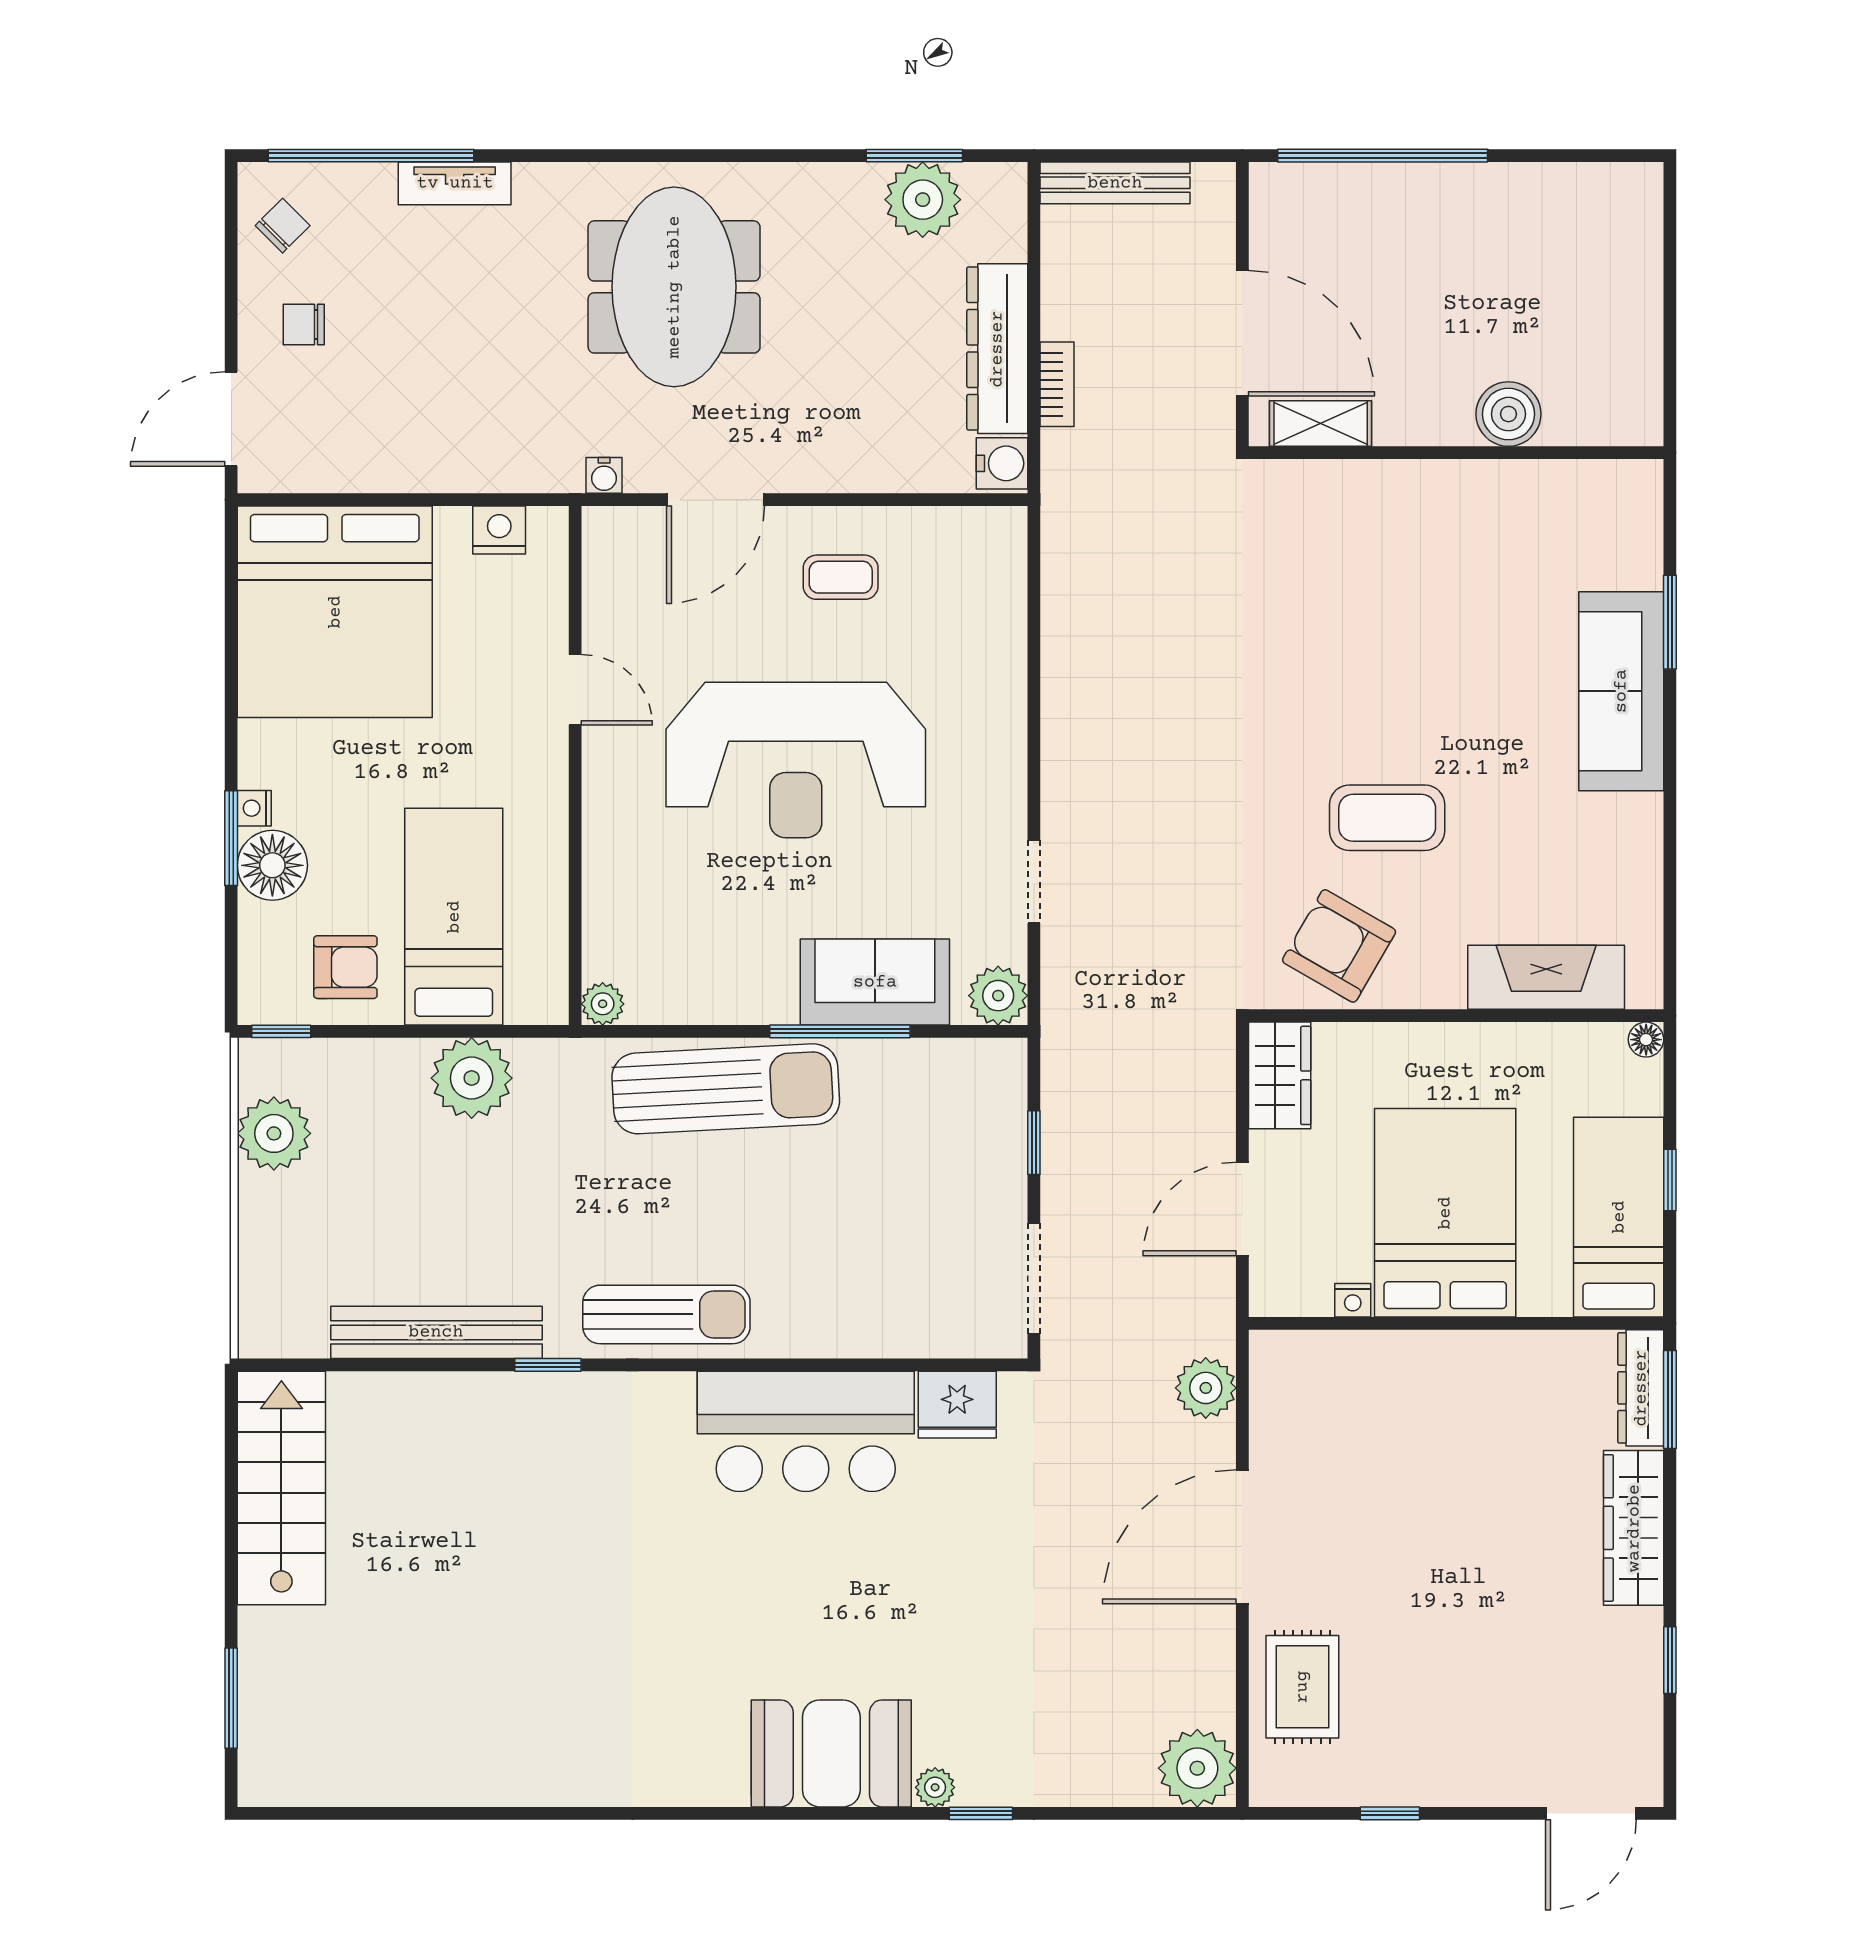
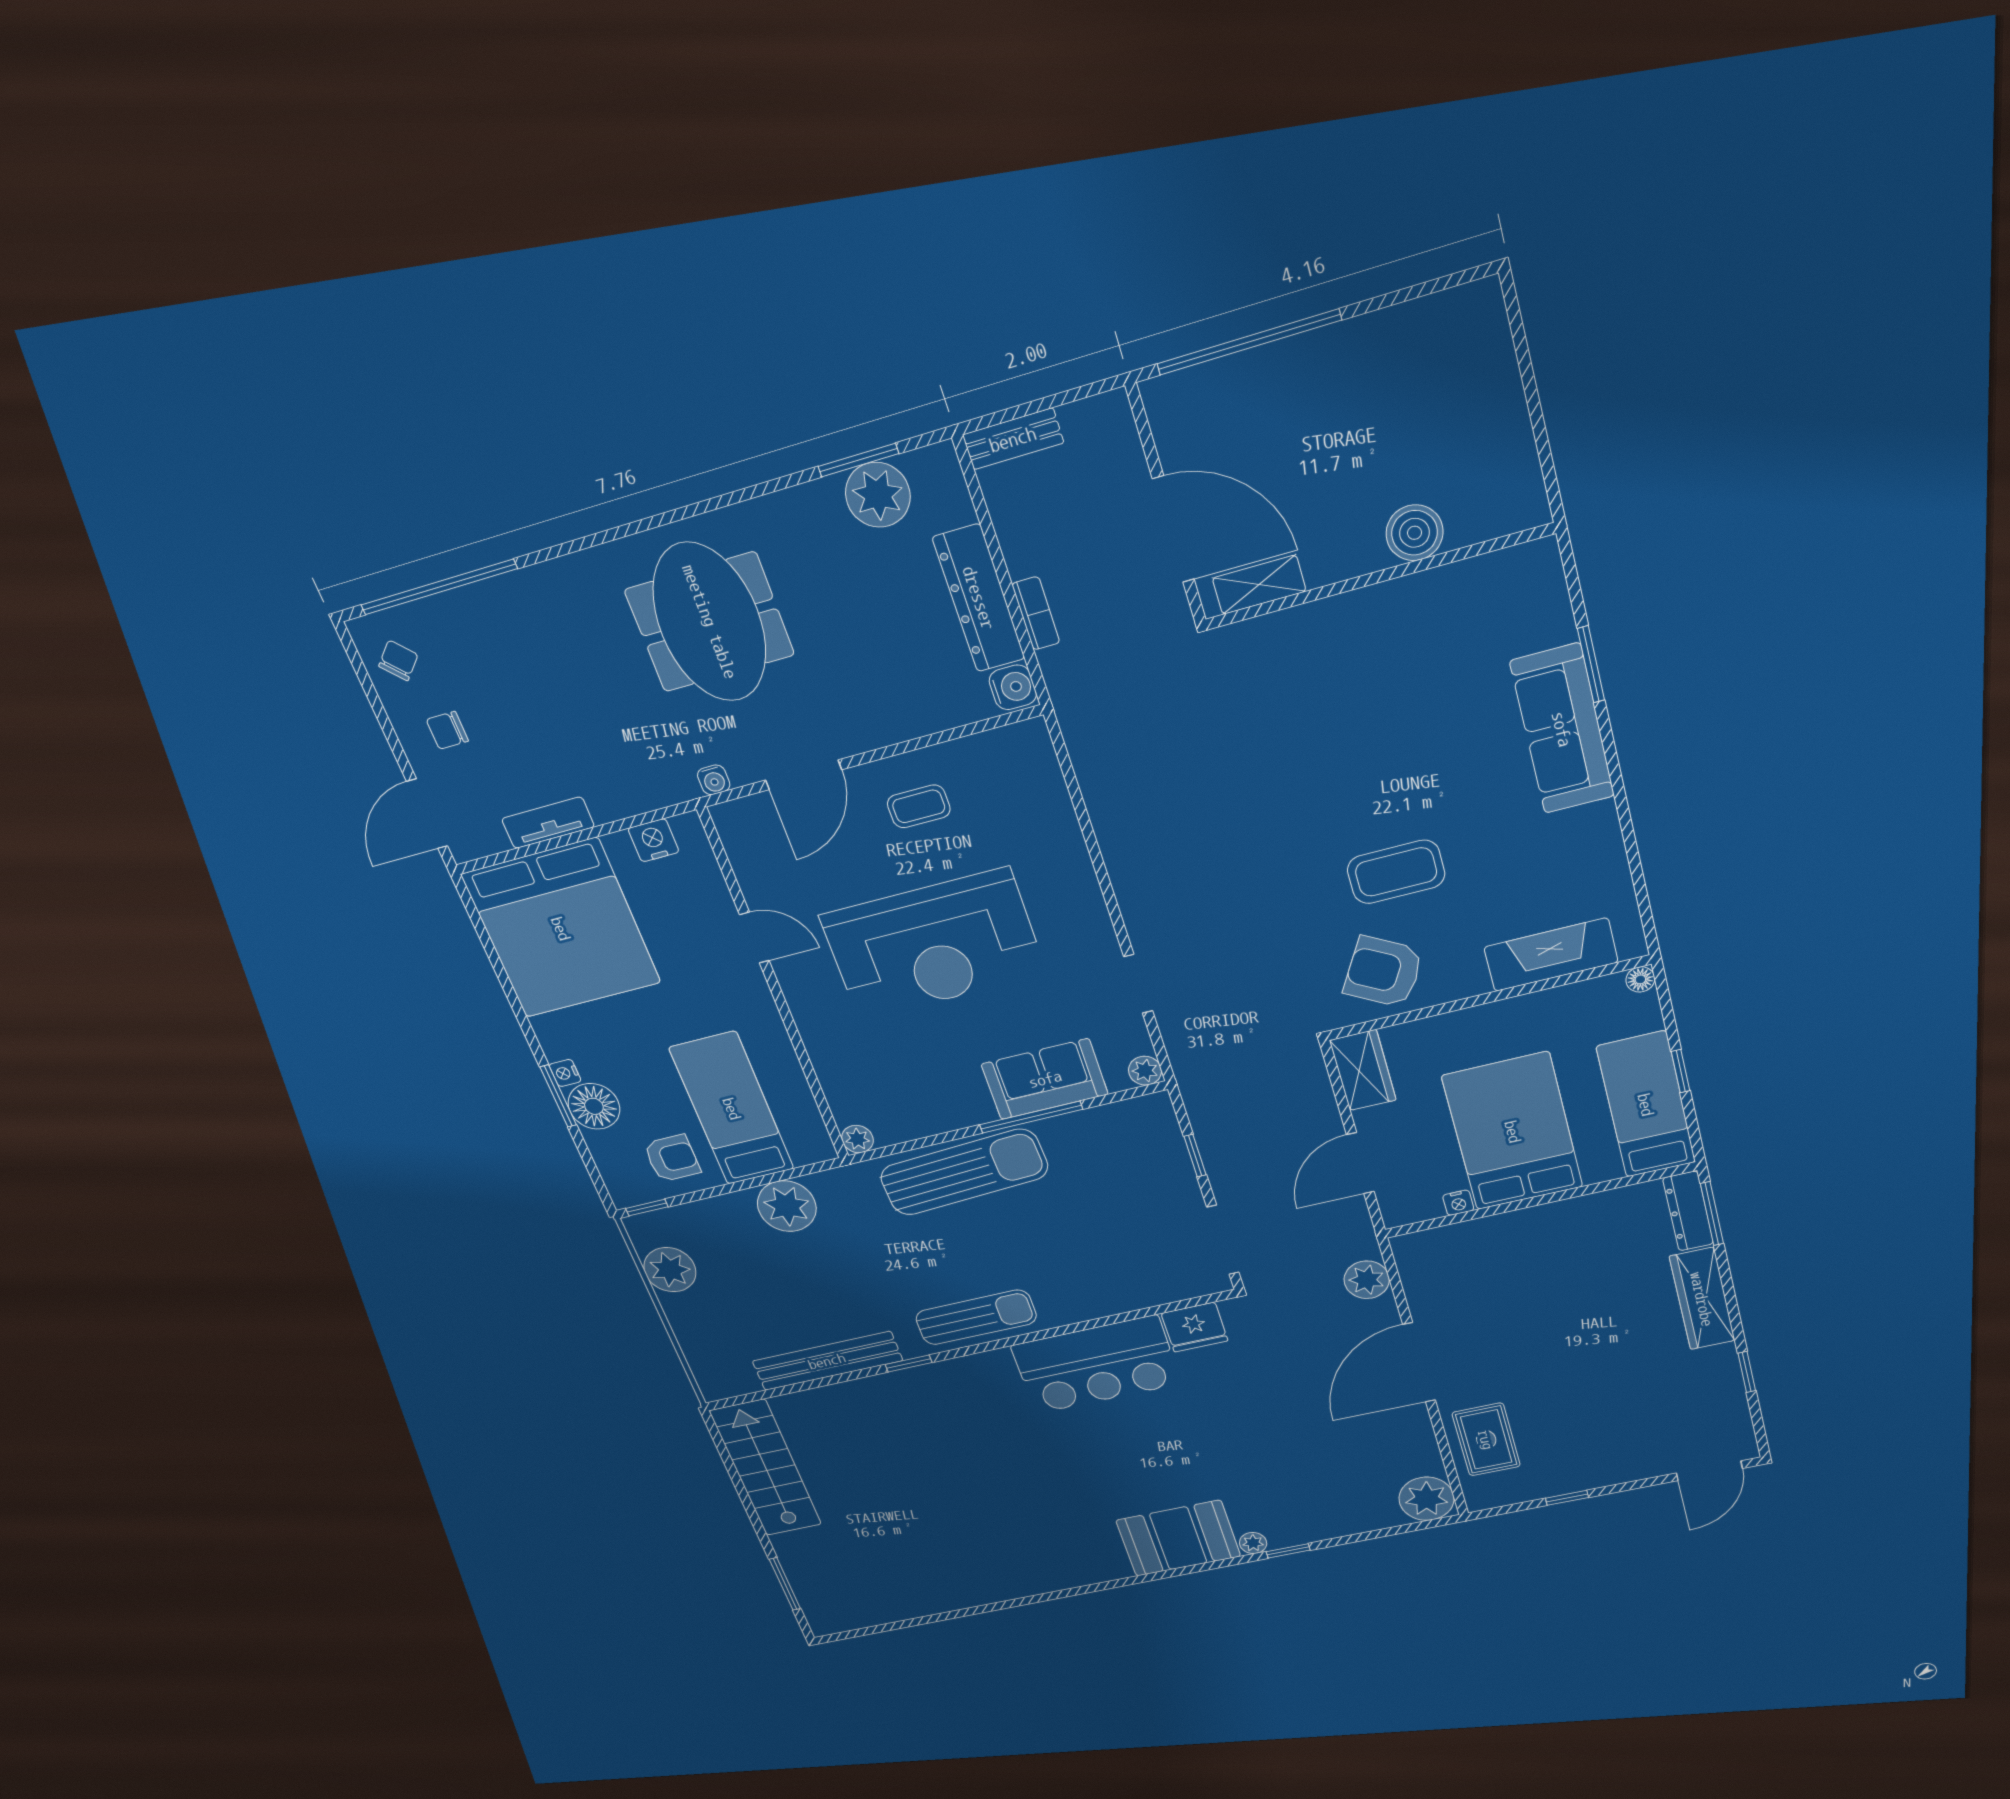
tv unit: (455, 183) -> (548, 823), moved, turned 180
bench: (1115, 183) -> (1013, 439), width x0.73
plant: (998, 996) -> (1145, 1071), width x0.73, depth x0.73

